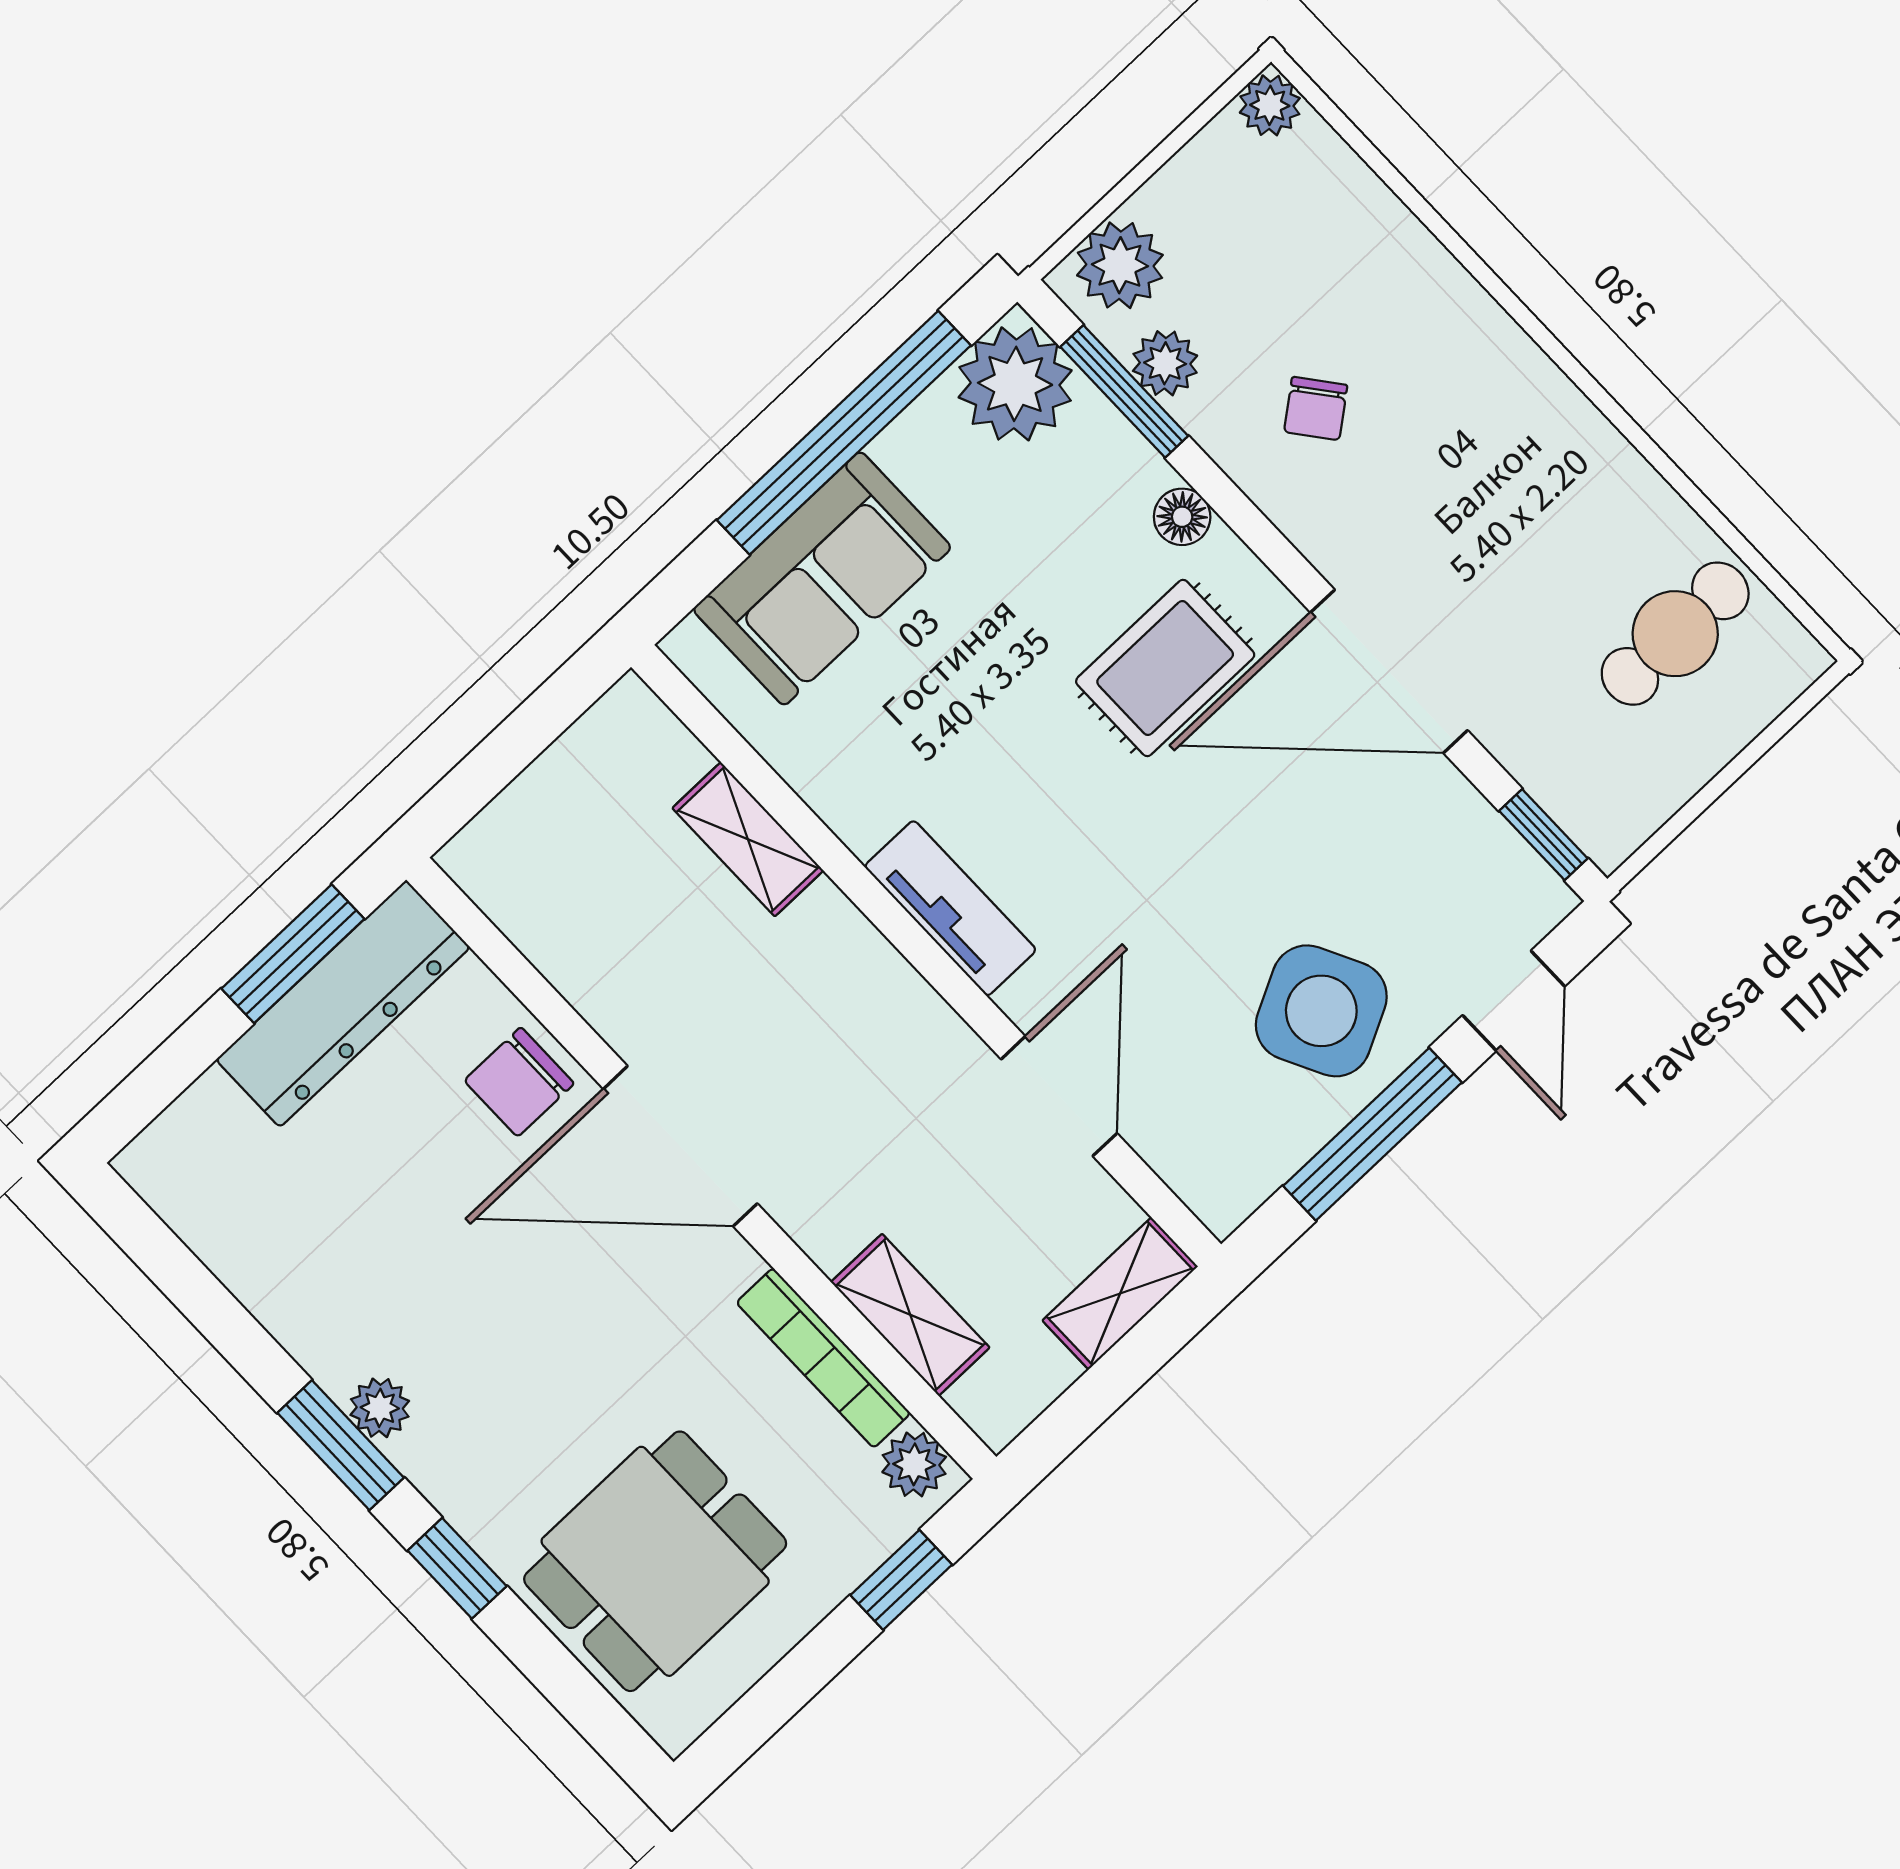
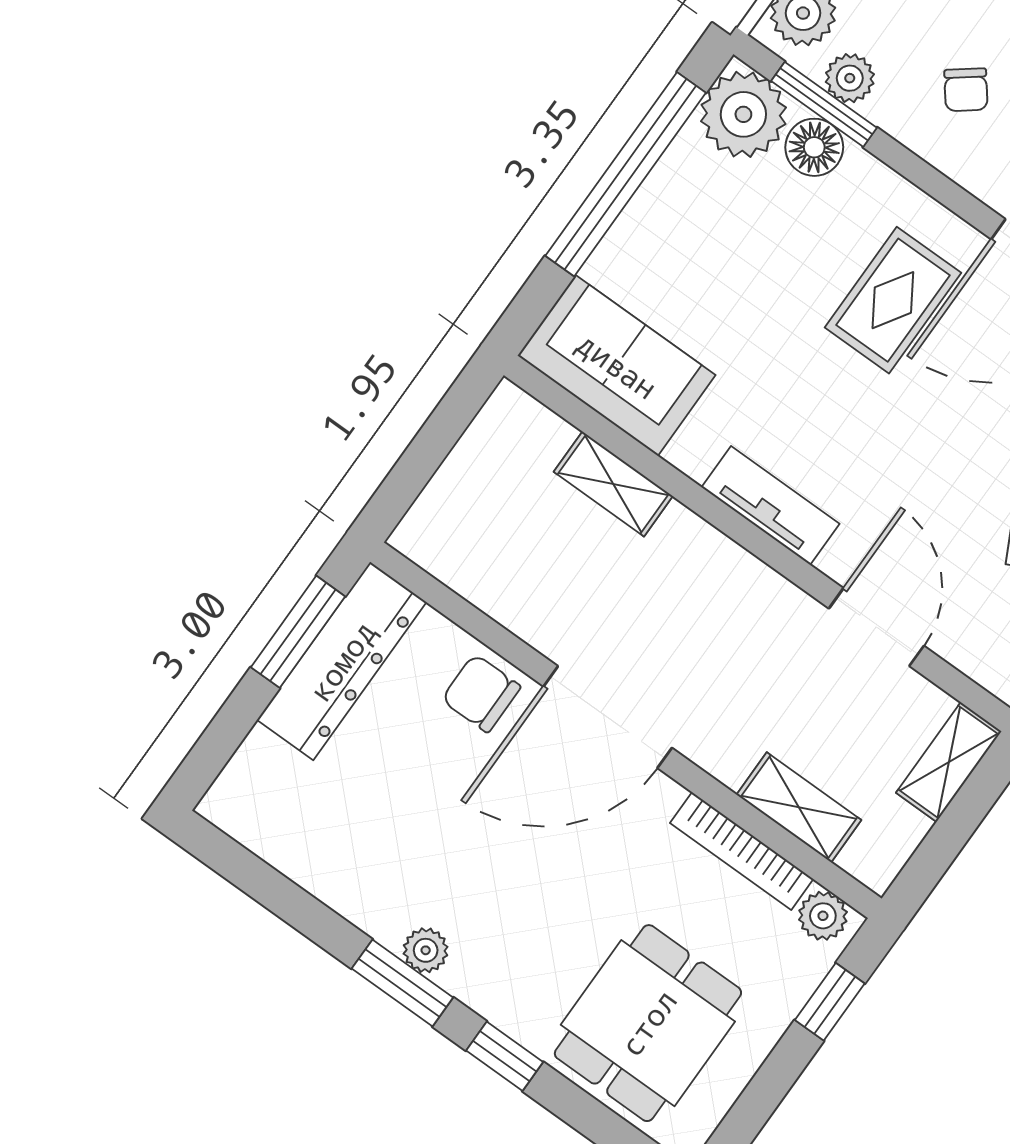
floor lamp: (1182, 517) -> (814, 147), moved, width x1.37, depth x1.37
sofa: (822, 579) -> (617, 365), moved, turned -90
chair: (519, 1082) -> (481, 693), turned 90

